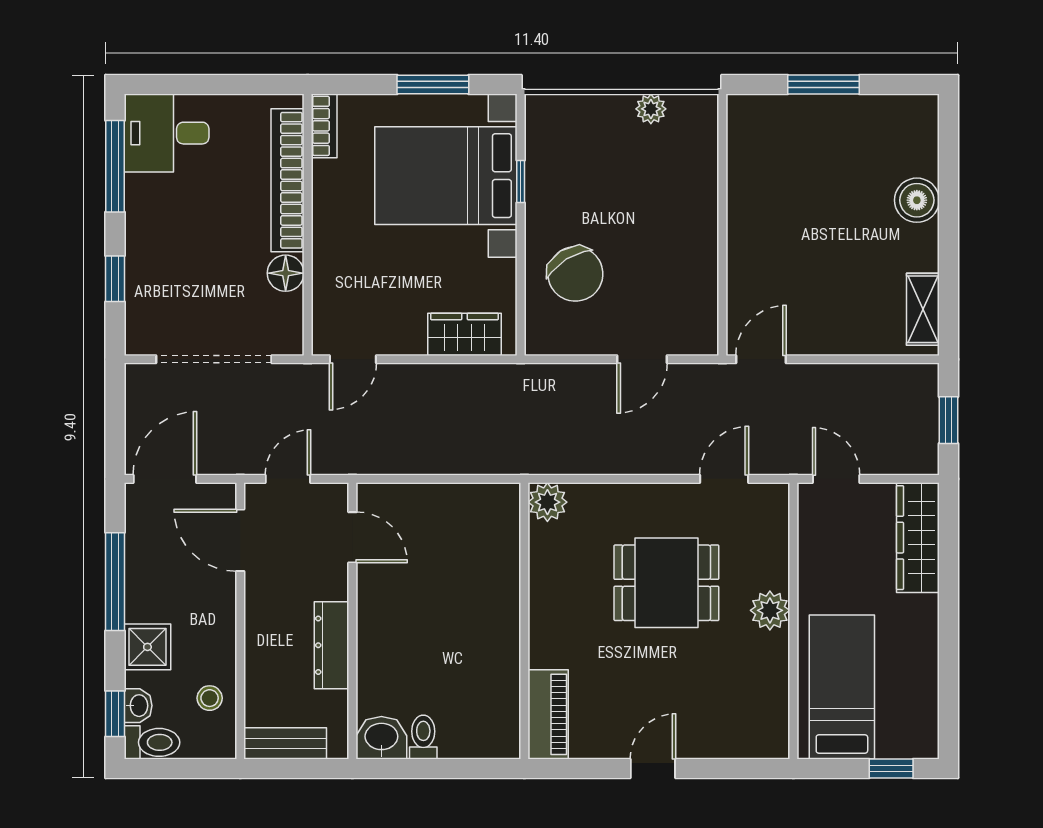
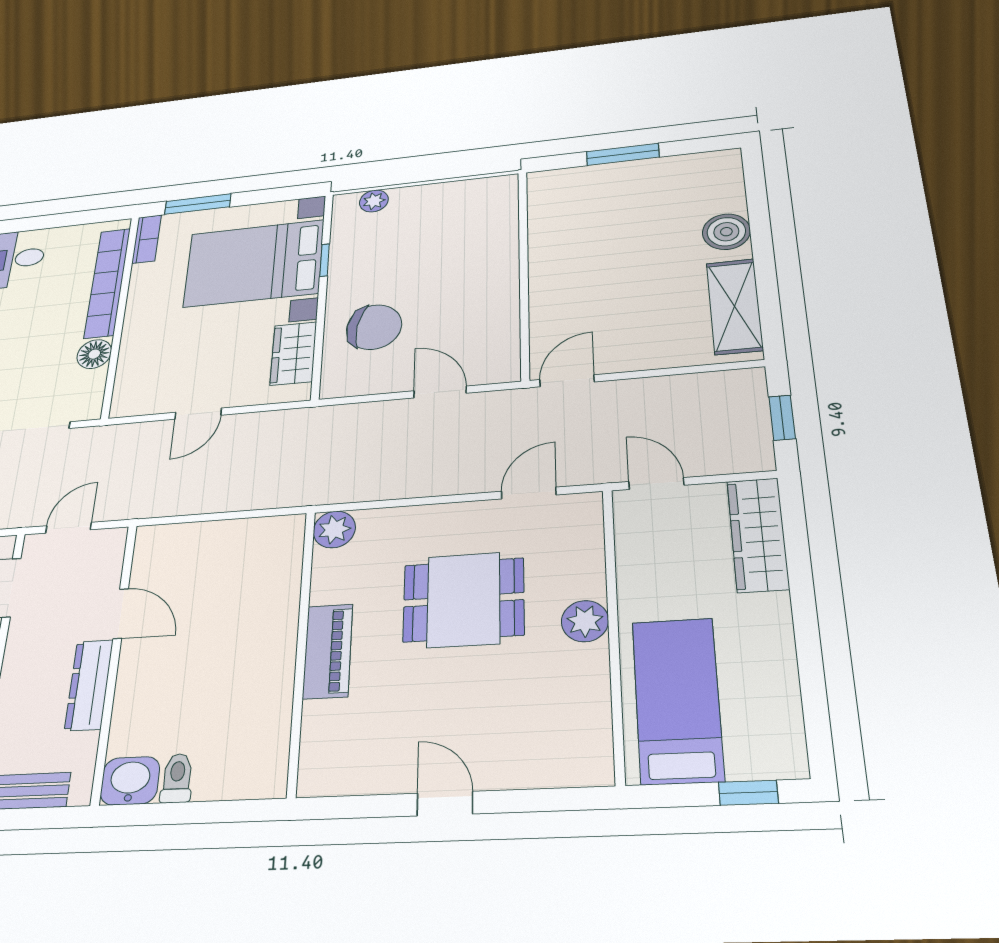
window: (433, 85) -> (198, 204), moved
plant: (651, 109) -> (374, 201), moved
chair: (575, 274) -> (374, 327), turned -48
shelving: (923, 309) -> (734, 306), width x1.50, depth x1.33
wardrobe: (464, 334) -> (293, 353), moved, turned -90
door: (353, 359) -> (198, 414), moved
door: (642, 359) -> (440, 392), swing flipped
door: (352, 537) -> (121, 614), moved
piano: (548, 714) -> (328, 651), moved
door: (653, 768) -> (445, 804), hinge flipped

